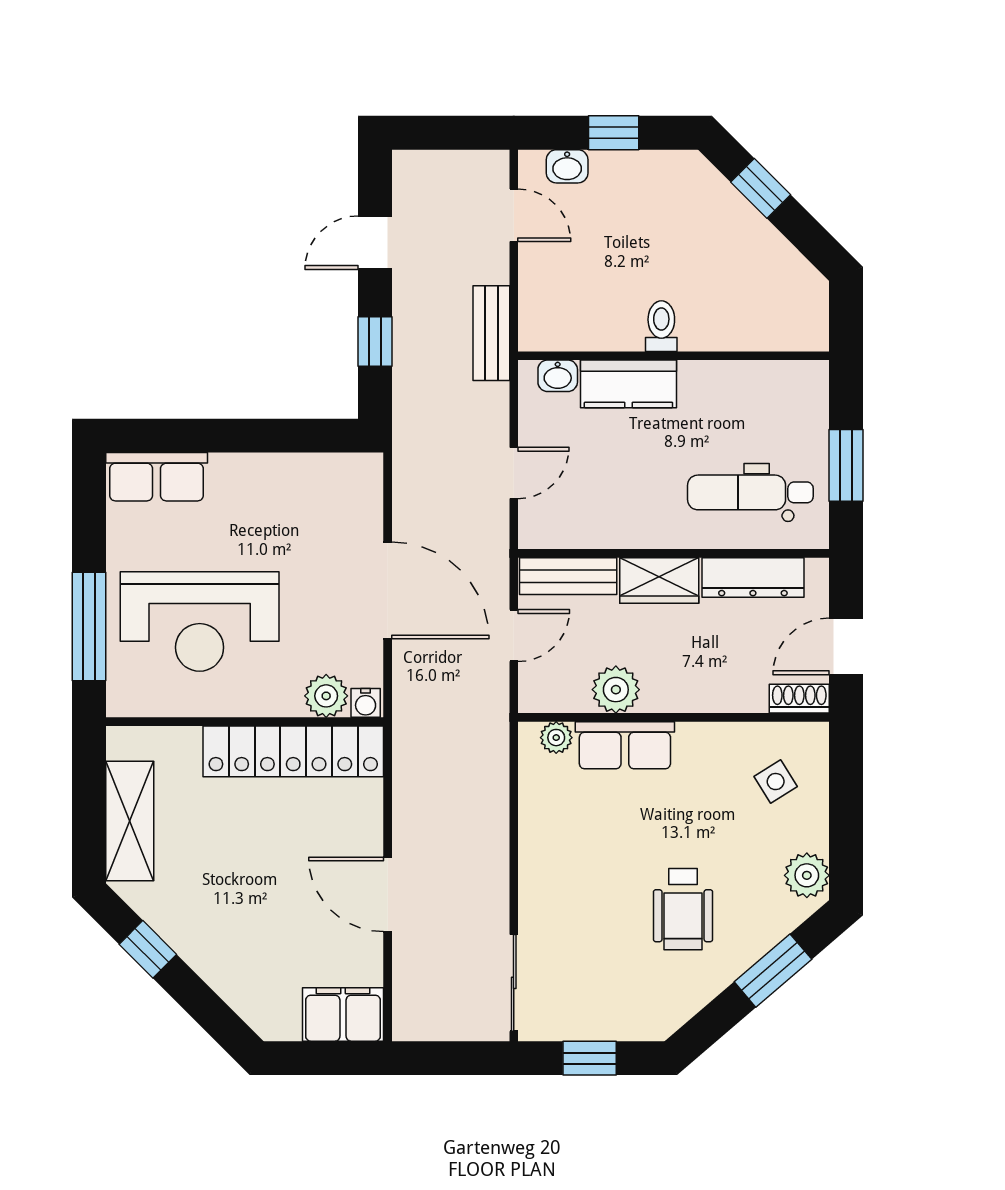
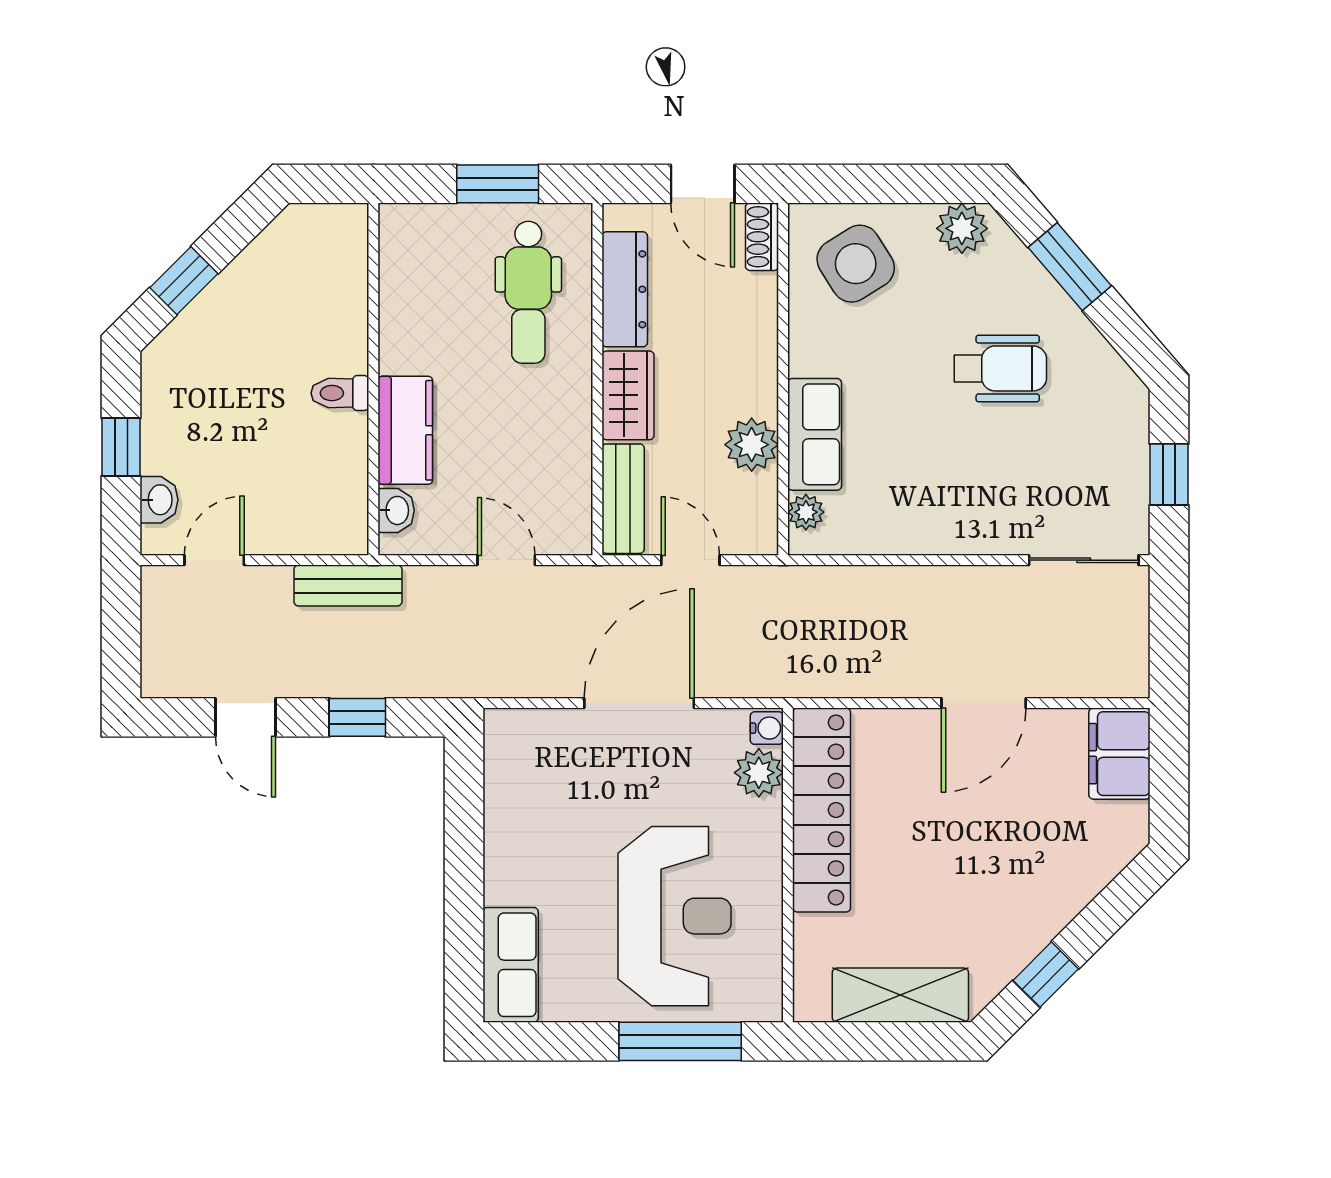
side table: (776, 782) -> (856, 264), width x1.87, depth x1.87

